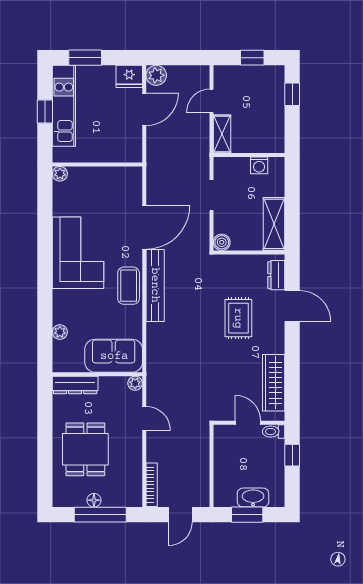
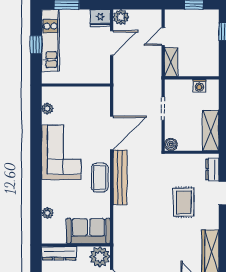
plant: (60, 174) -> (47, 109), moved
plant: (135, 383) -> (100, 257), width x1.88, depth x1.88

